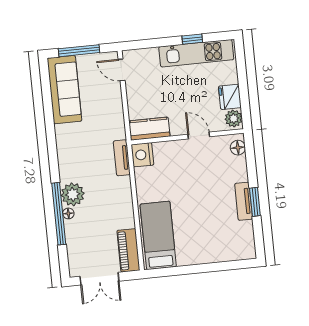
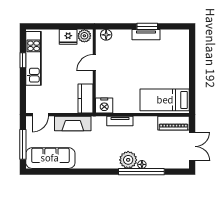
fireplace: (114, 115) -> (73, 123), added
tv unit: (122, 158) -> (120, 121), moved

